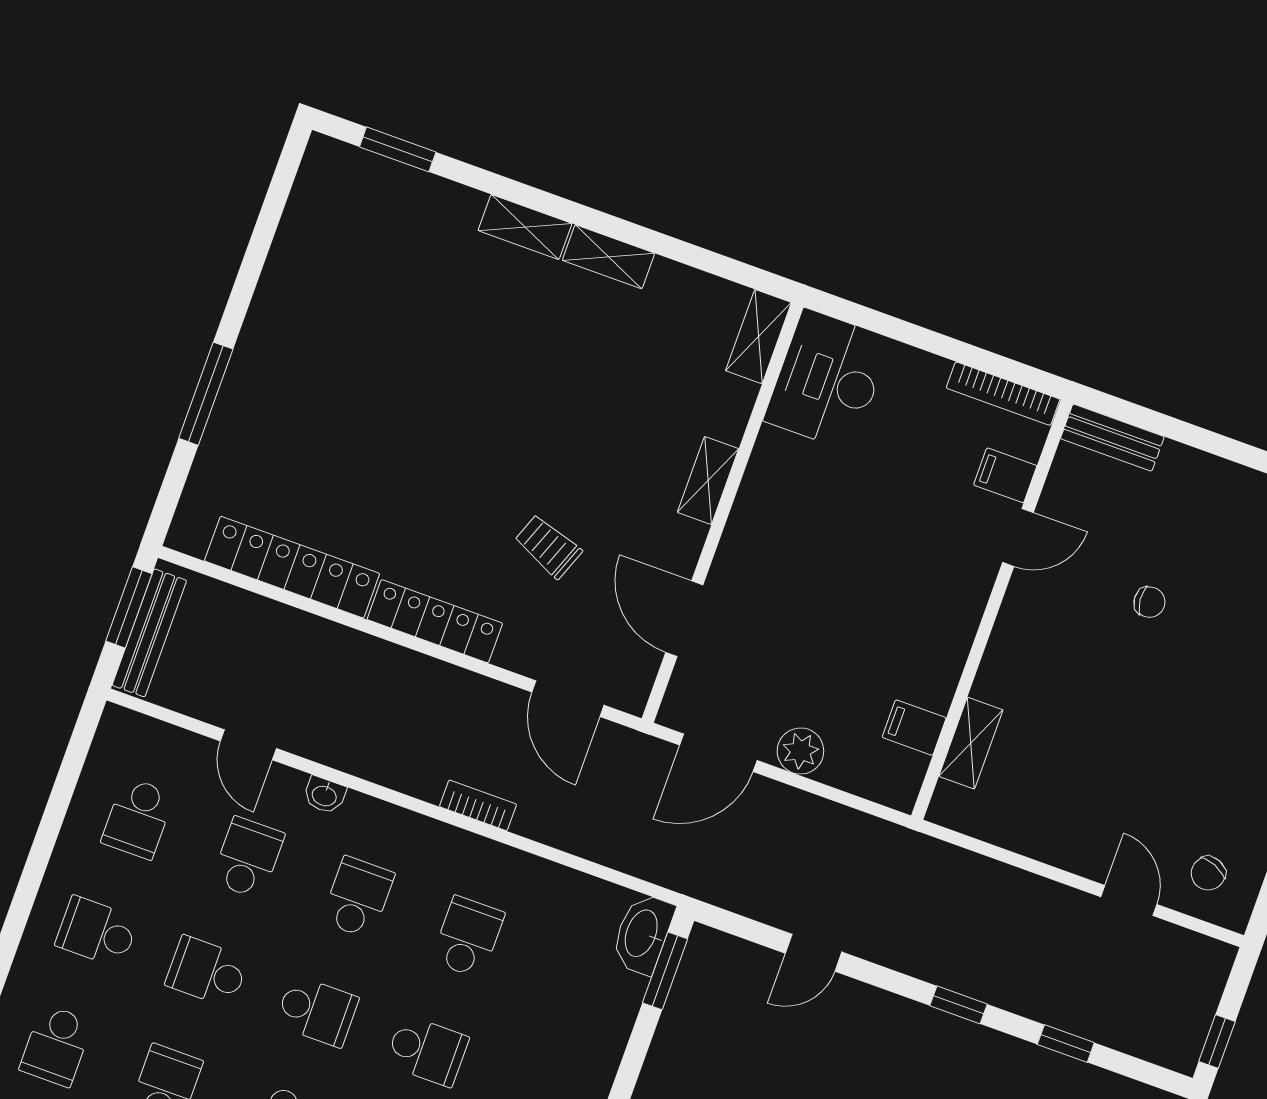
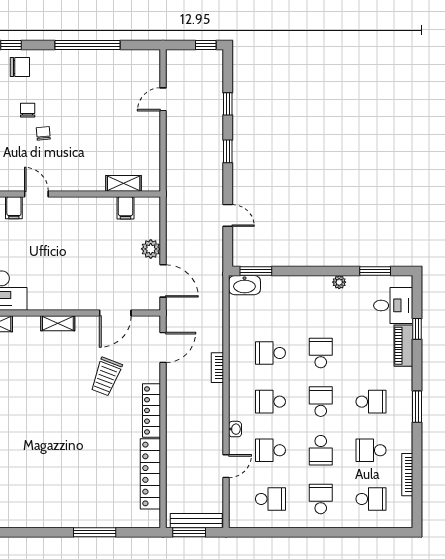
trolley: (548, 546) -> (106, 377), width x1.36, depth x1.39
chair: (1208, 873) -> (28, 110), moved, turned -112
school desk: (97, 932) -> (321, 499), turned 180

